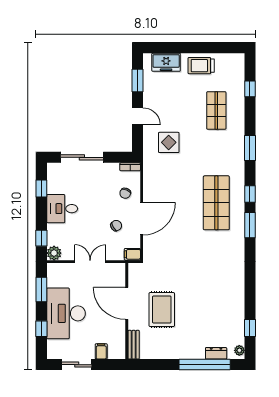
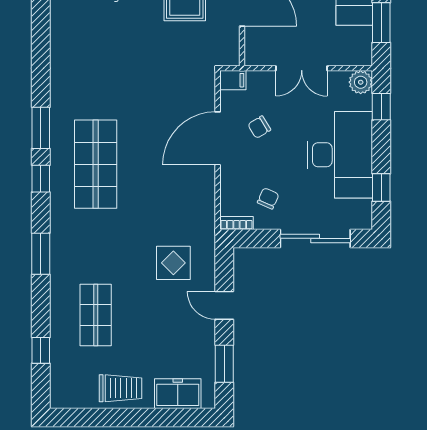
chair: (125, 193) -> (268, 198), moved
desk: (62, 209) -> (340, 155), width x1.87, depth x1.30

